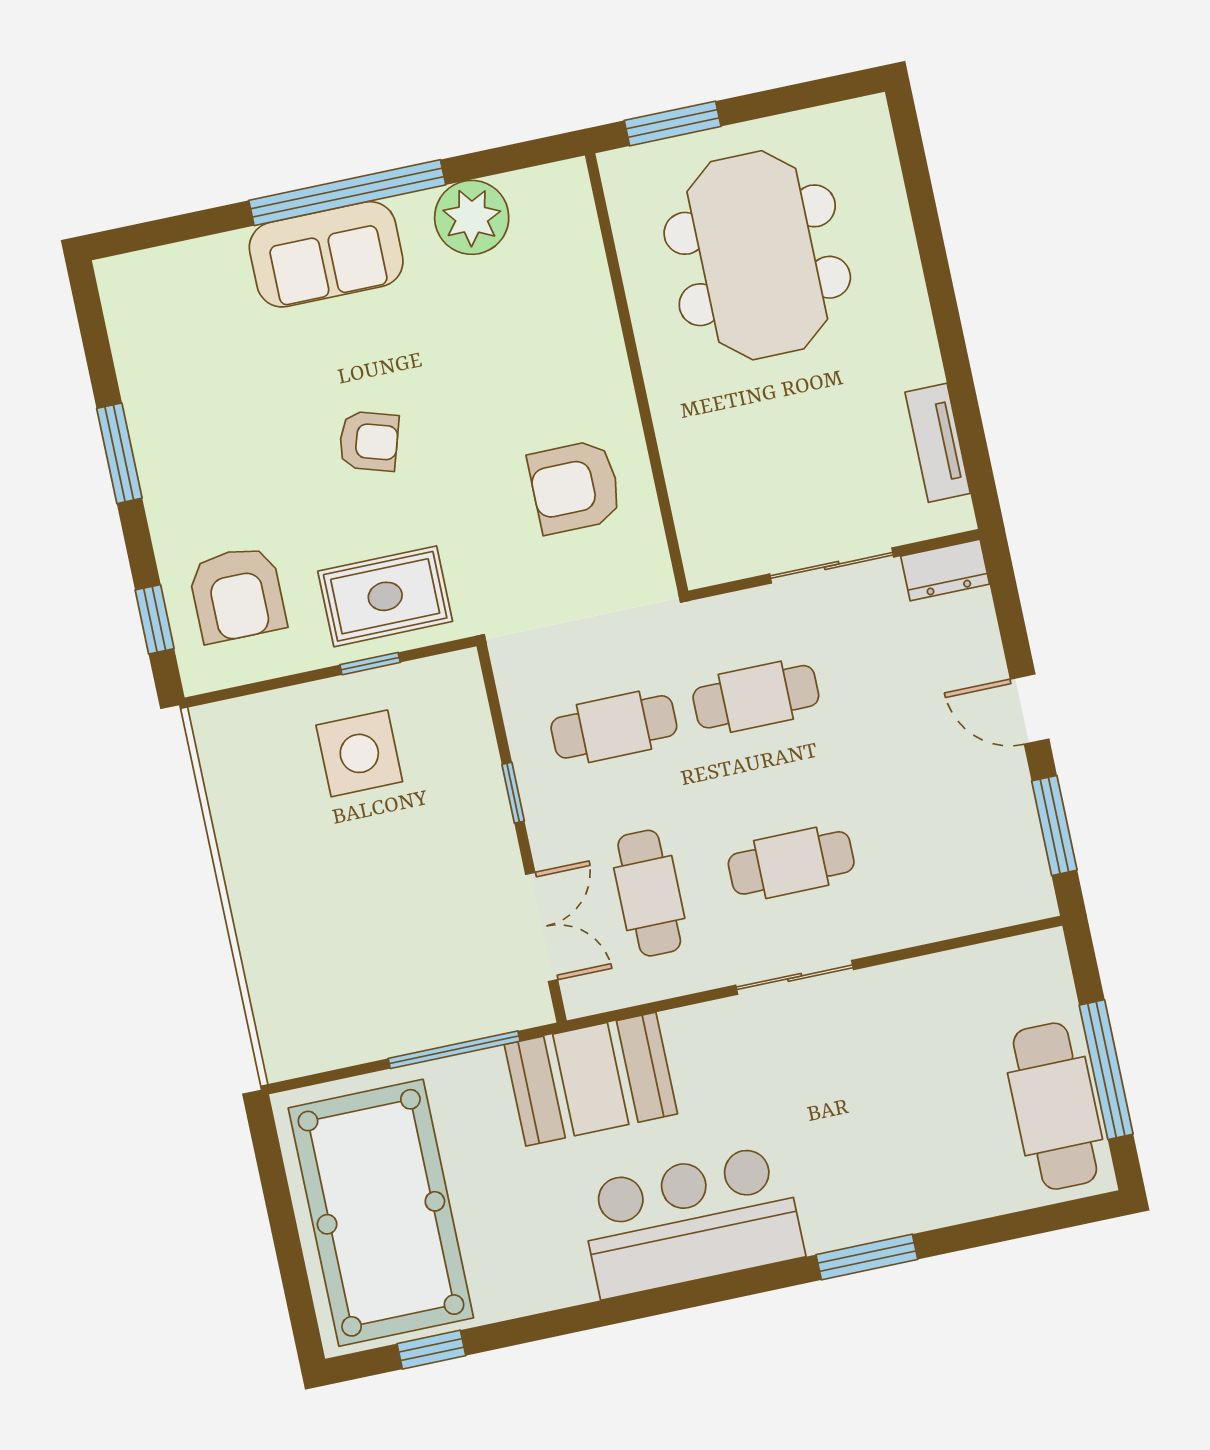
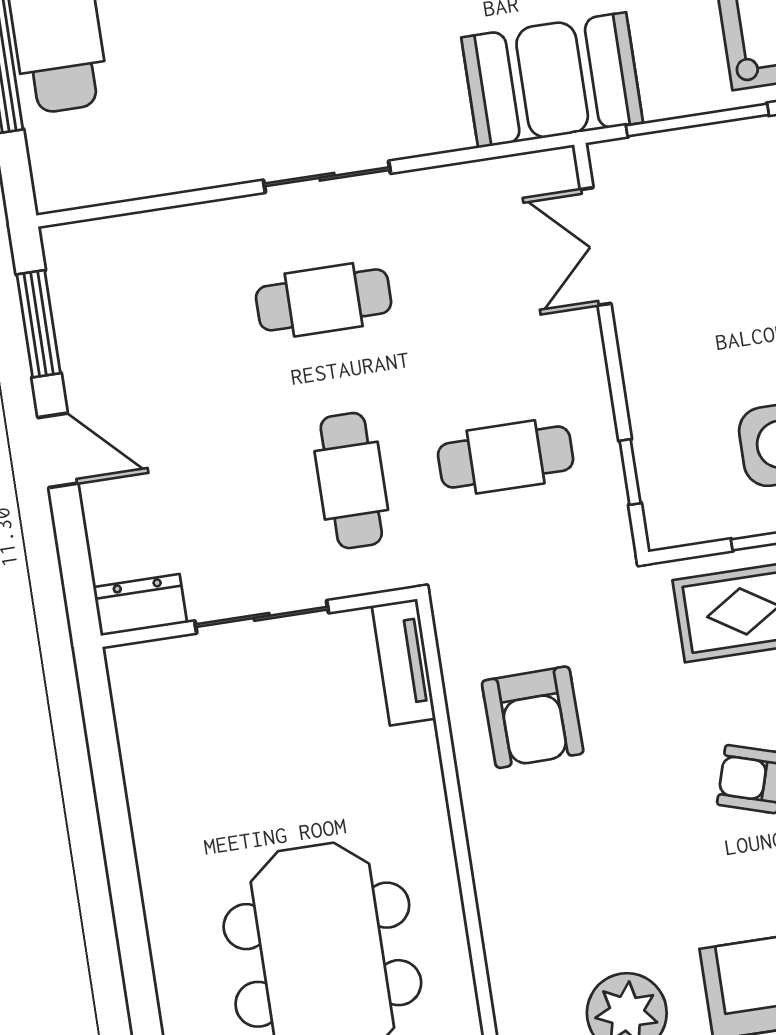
tv unit: (938, 443) -> (404, 662), moved, turned 180
armchair: (575, 487) -> (533, 717), turned 89
cafe table: (756, 697) -> (351, 481), turned 90
window: (513, 793) -> (630, 472), moved
cafe table: (649, 893) -> (478, 276), removed

